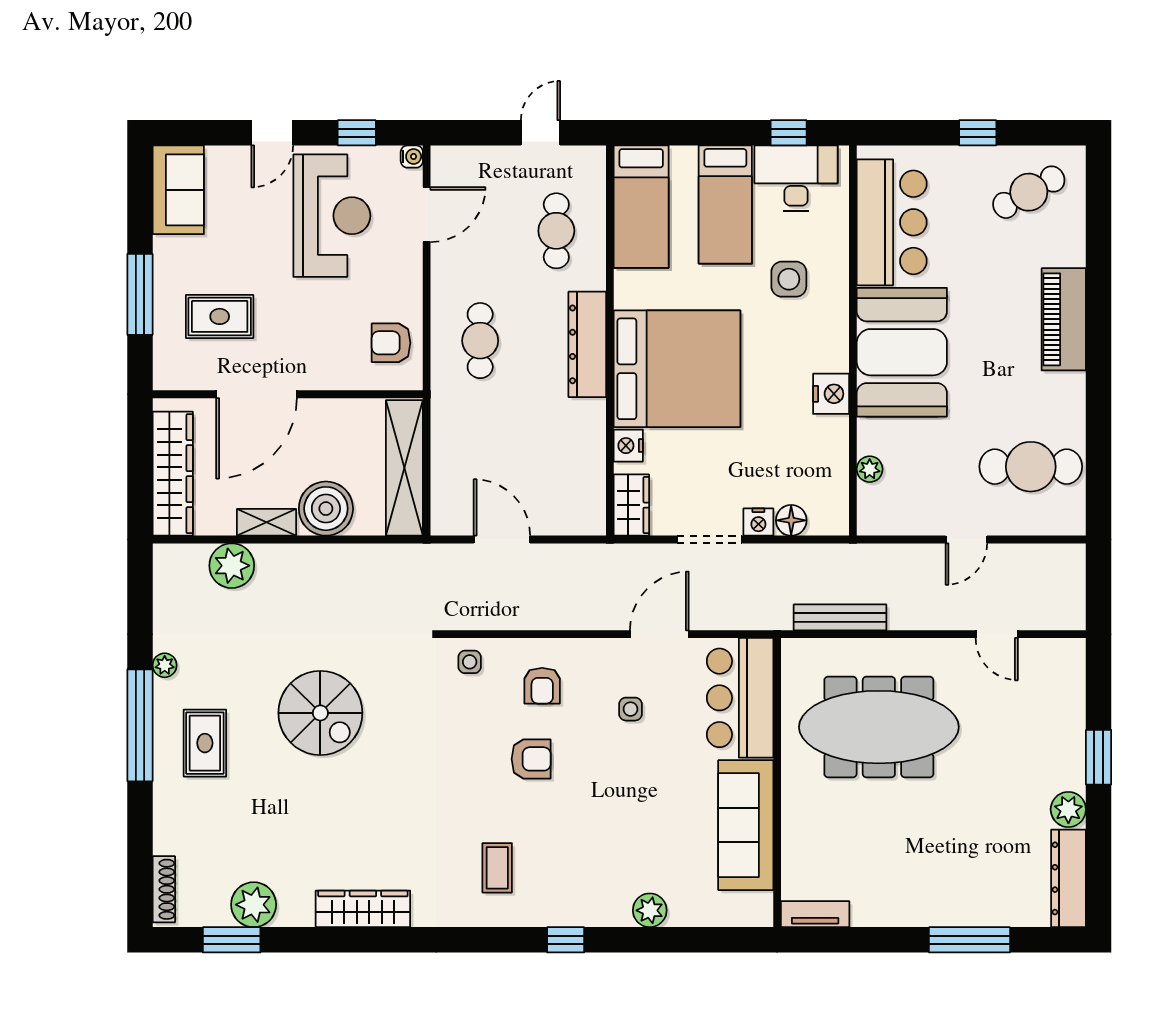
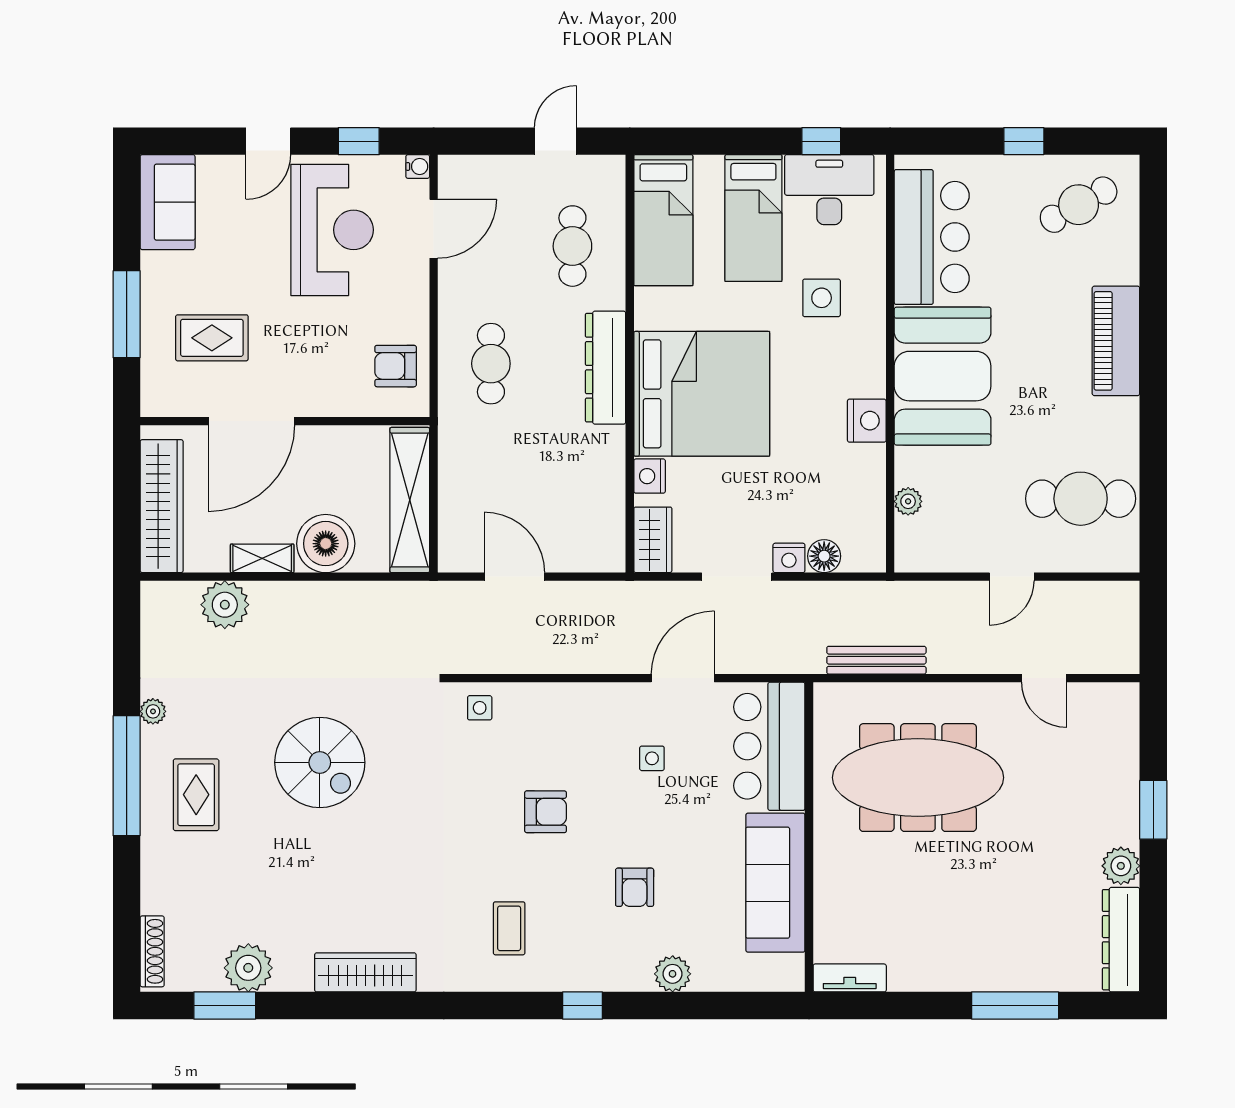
armchair: (542, 686) -> (635, 887), moved

